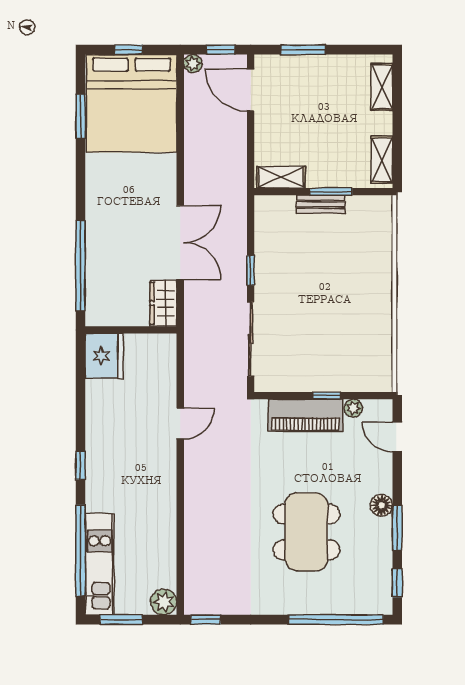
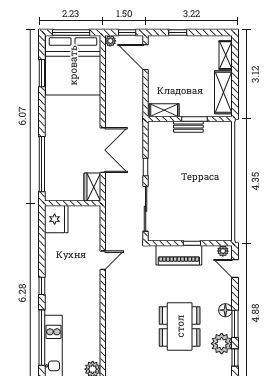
window: (129, 50) -> (71, 32), width x2.17
window: (303, 50) -> (178, 32), width x0.67
shelving: (382, 160) -> (223, 92), width x1.50, depth x1.33
plant: (353, 408) -> (223, 251), moved
plant: (375, 560) -> (222, 344), added

